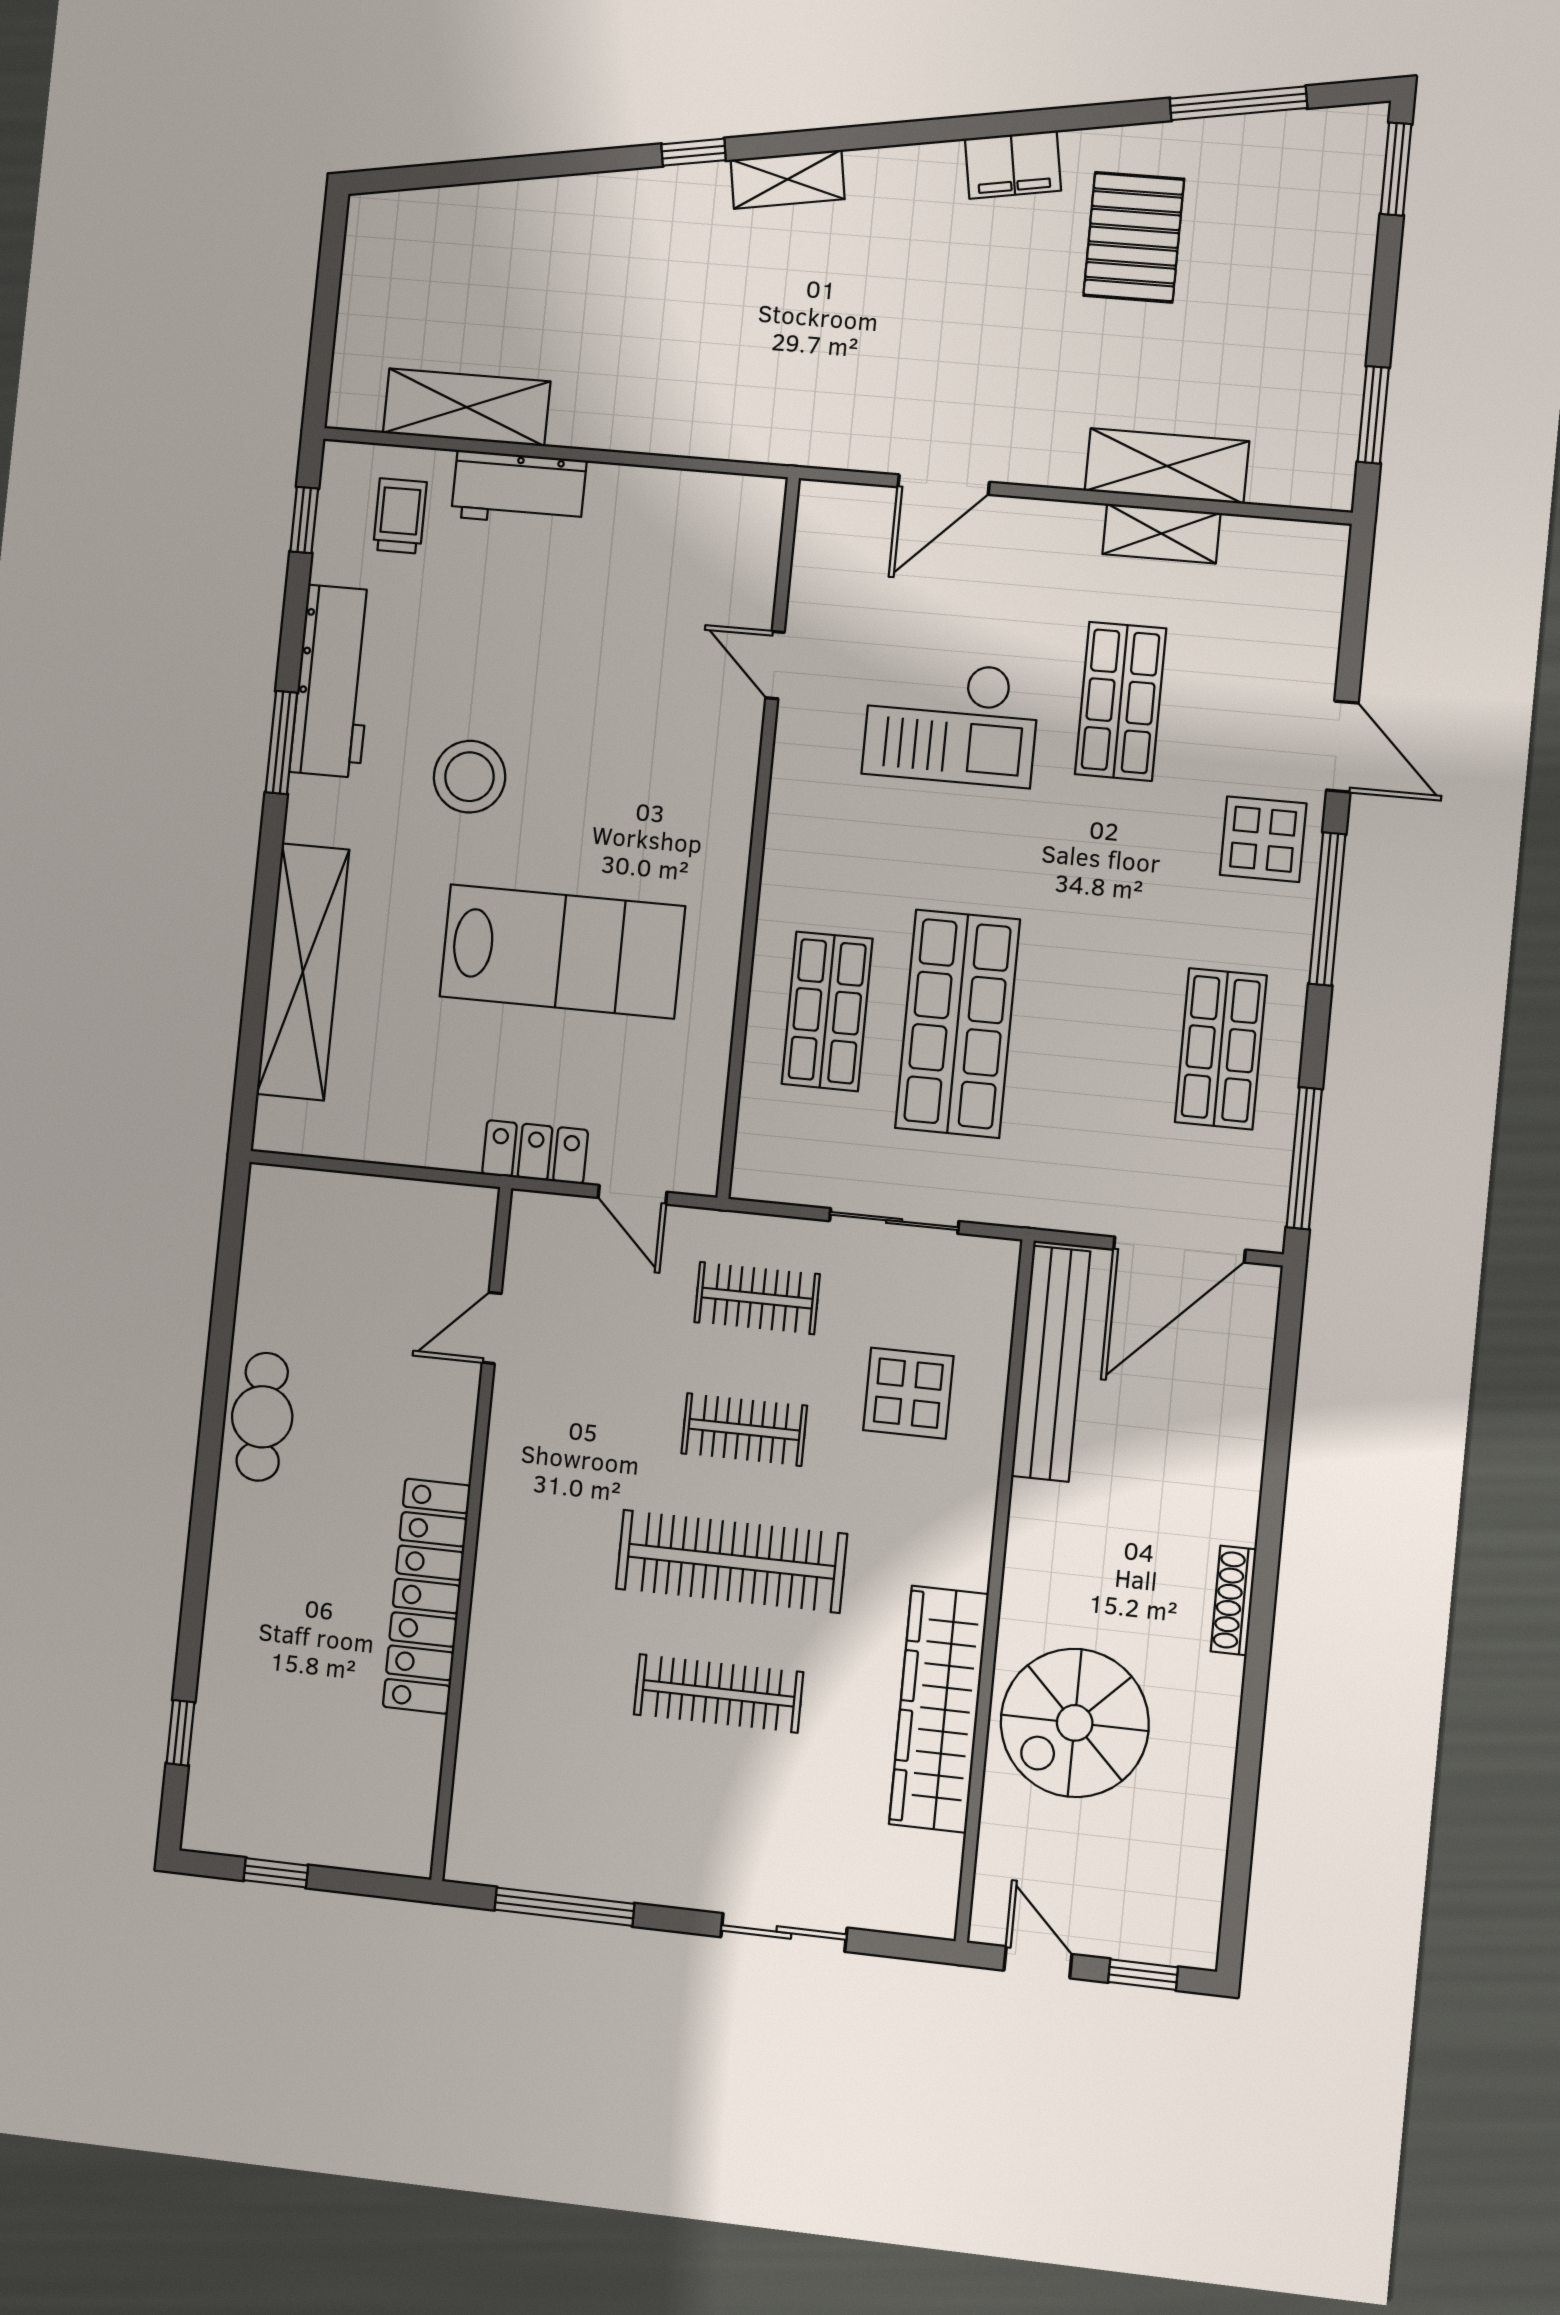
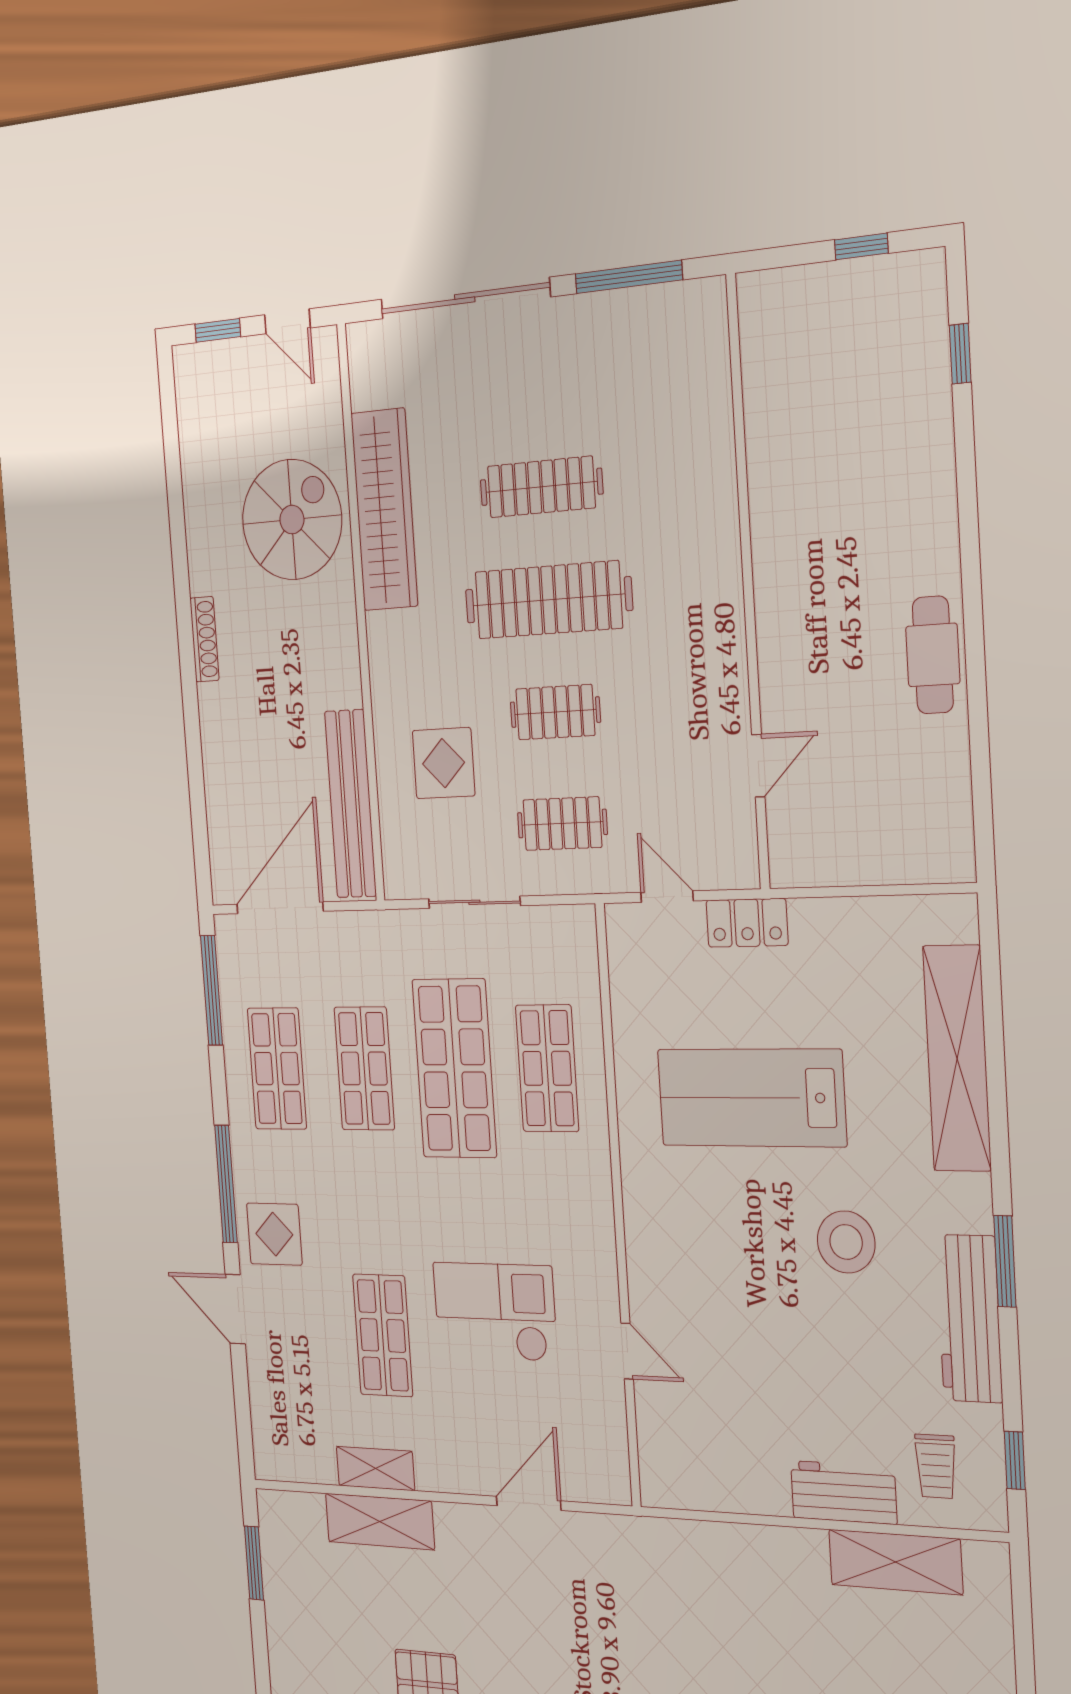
shop shelf: (1089, 1036) -> (364, 1068), added
locker: (427, 1596) -> (775, 522), removed
sliding door: (784, 1932) -> (465, 298), width x1.86

